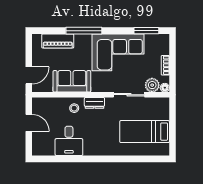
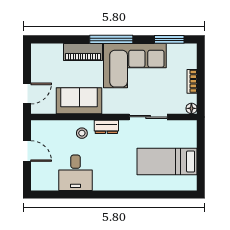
window: (84, 31) -> (111, 39), moved
piano: (58, 41) -> (83, 52), moved
plant: (152, 85) -> (176, 105), removed

